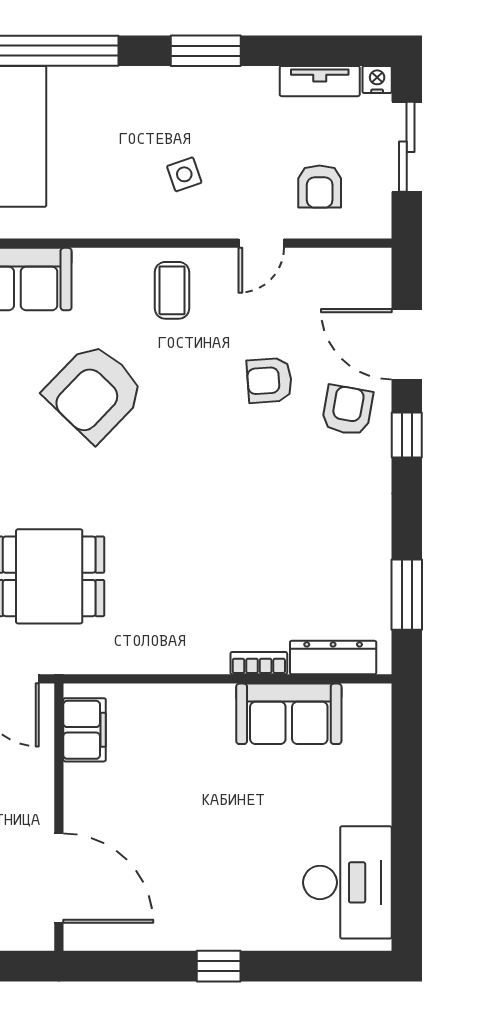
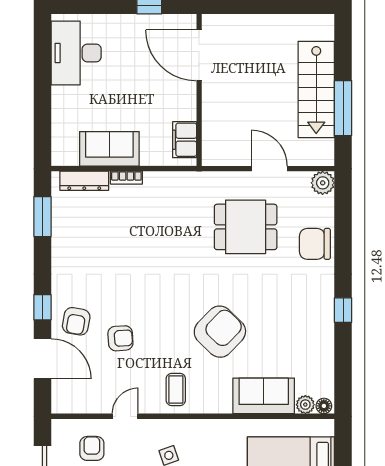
filing cabinet: (85, 730) -> (185, 140), moved
wall: (59, 817) -> (199, 90), moved
door: (59, 878) -> (199, 55), moved

